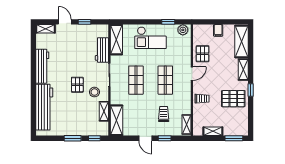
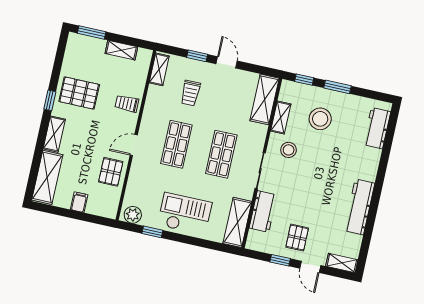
pallet: (77, 85) -> (297, 238), moved
workbench: (44, 107) -> (377, 128), width x0.53, depth x0.76
stool: (79, 116) -> (320, 119), added

